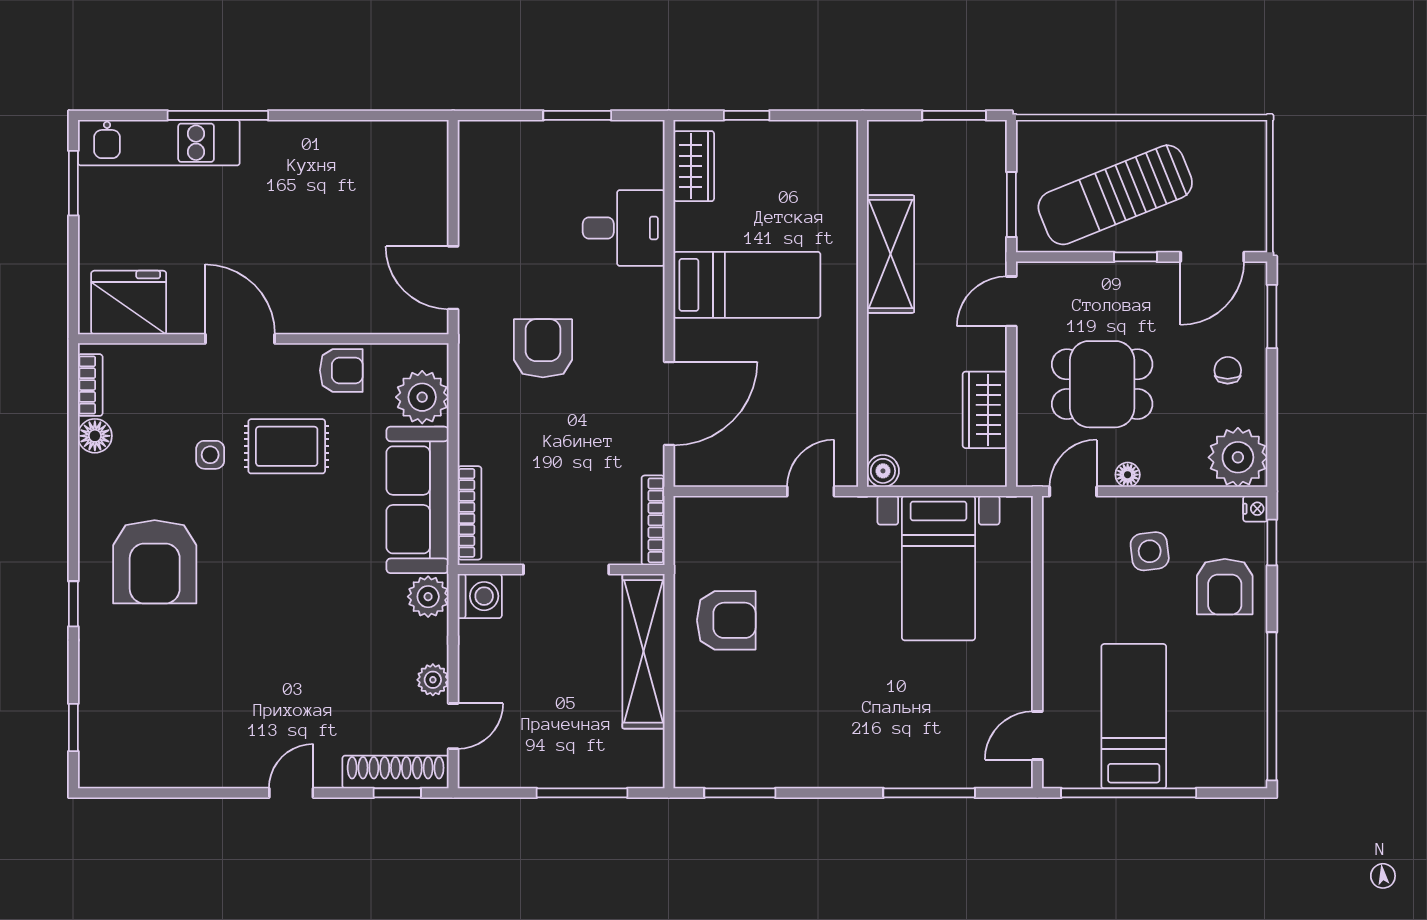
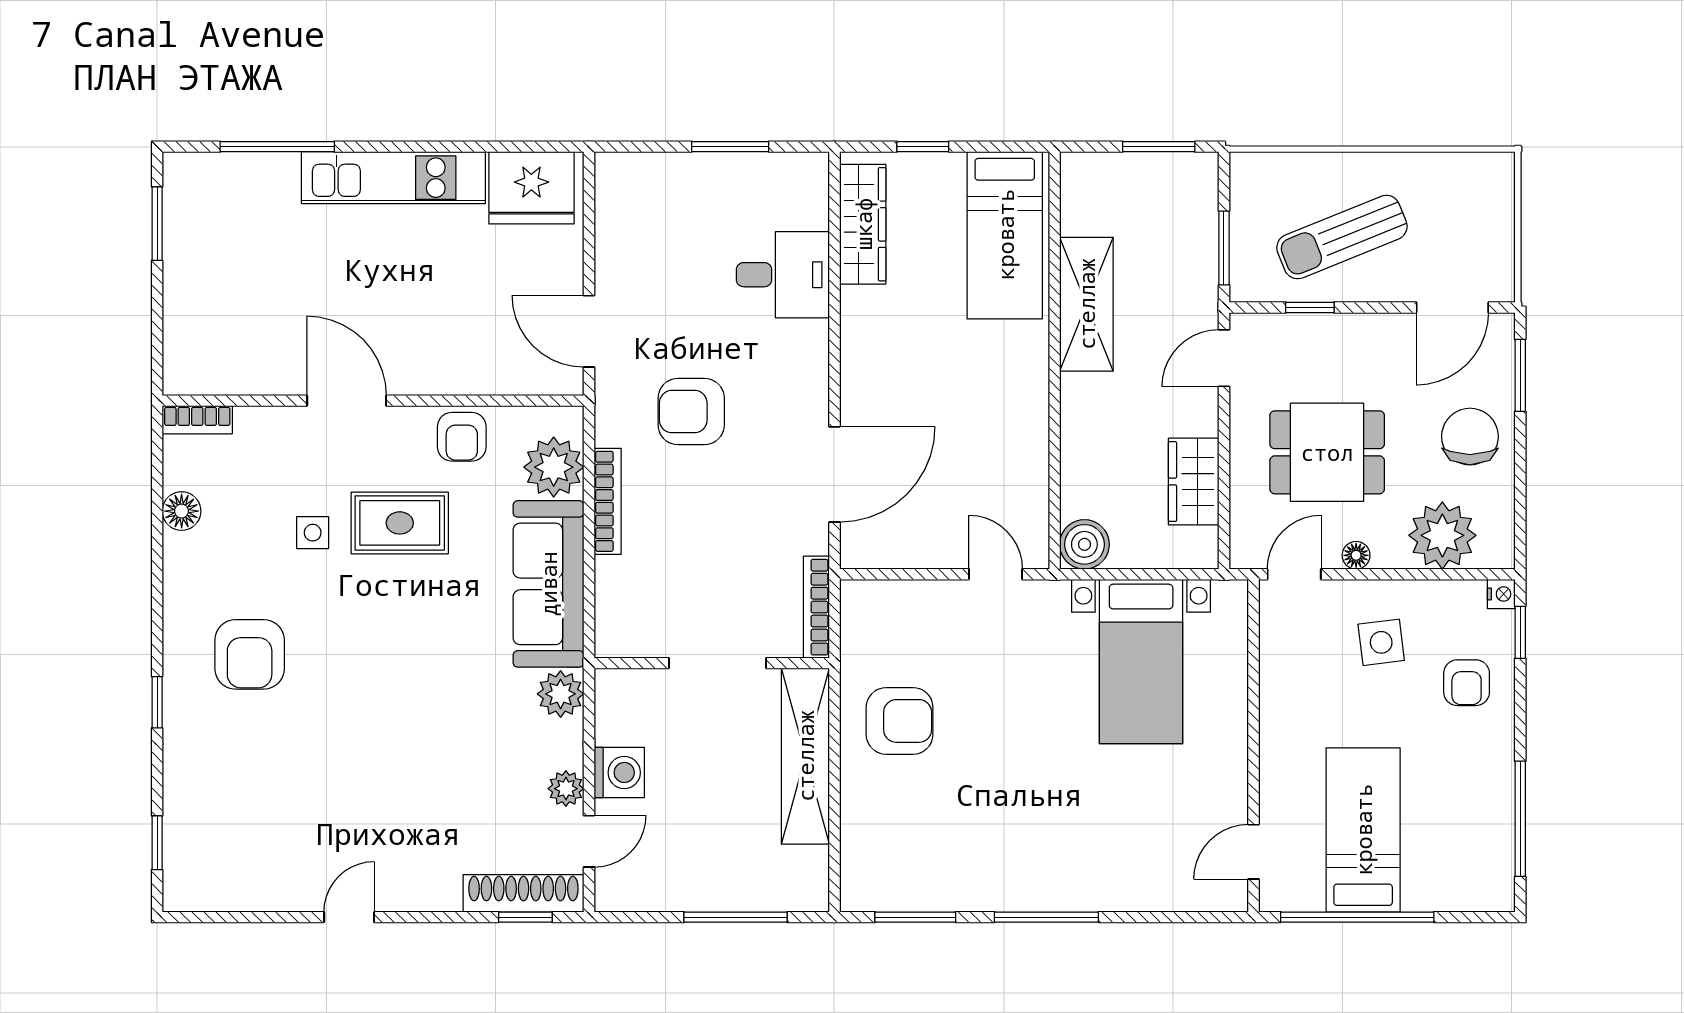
window: (218, 115) -> (277, 147), moved
kitchen unit: (159, 143) -> (393, 178), moved
wardrobe: (694, 166) -> (863, 224), width x1.50
sun lounger: (1115, 195) -> (1342, 237), width x0.73, depth x0.75
window: (1136, 257) -> (1310, 308), moved
bed: (747, 285) -> (1005, 235), moved, turned 90
fridge: (129, 303) -> (531, 188), moved, turned 180
armchair: (543, 348) -> (691, 412), turned -90
armchair: (341, 370) -> (462, 437), turned 90
chair: (1228, 370) -> (1470, 437), width x1.87, depth x1.87
bookcase: (90, 385) -> (197, 420), moved, turned 90
plant: (1238, 457) -> (1442, 535), moved
boiler: (883, 471) -> (1084, 544), width x1.36, depth x1.36
door: (811, 491) -> (996, 574), hinge flipped
bookcase: (469, 513) -> (608, 501), moved
armchair: (155, 562) -> (250, 654), width x0.73, depth x0.73
armchair: (1225, 587) -> (1467, 683), width x0.72, depth x0.72
washing machine: (480, 596) -> (619, 773), moved
window: (1272, 706) -> (1520, 819), width x0.68
door: (291, 793) -> (349, 917), moved
window: (929, 793) -> (1046, 917), moved

